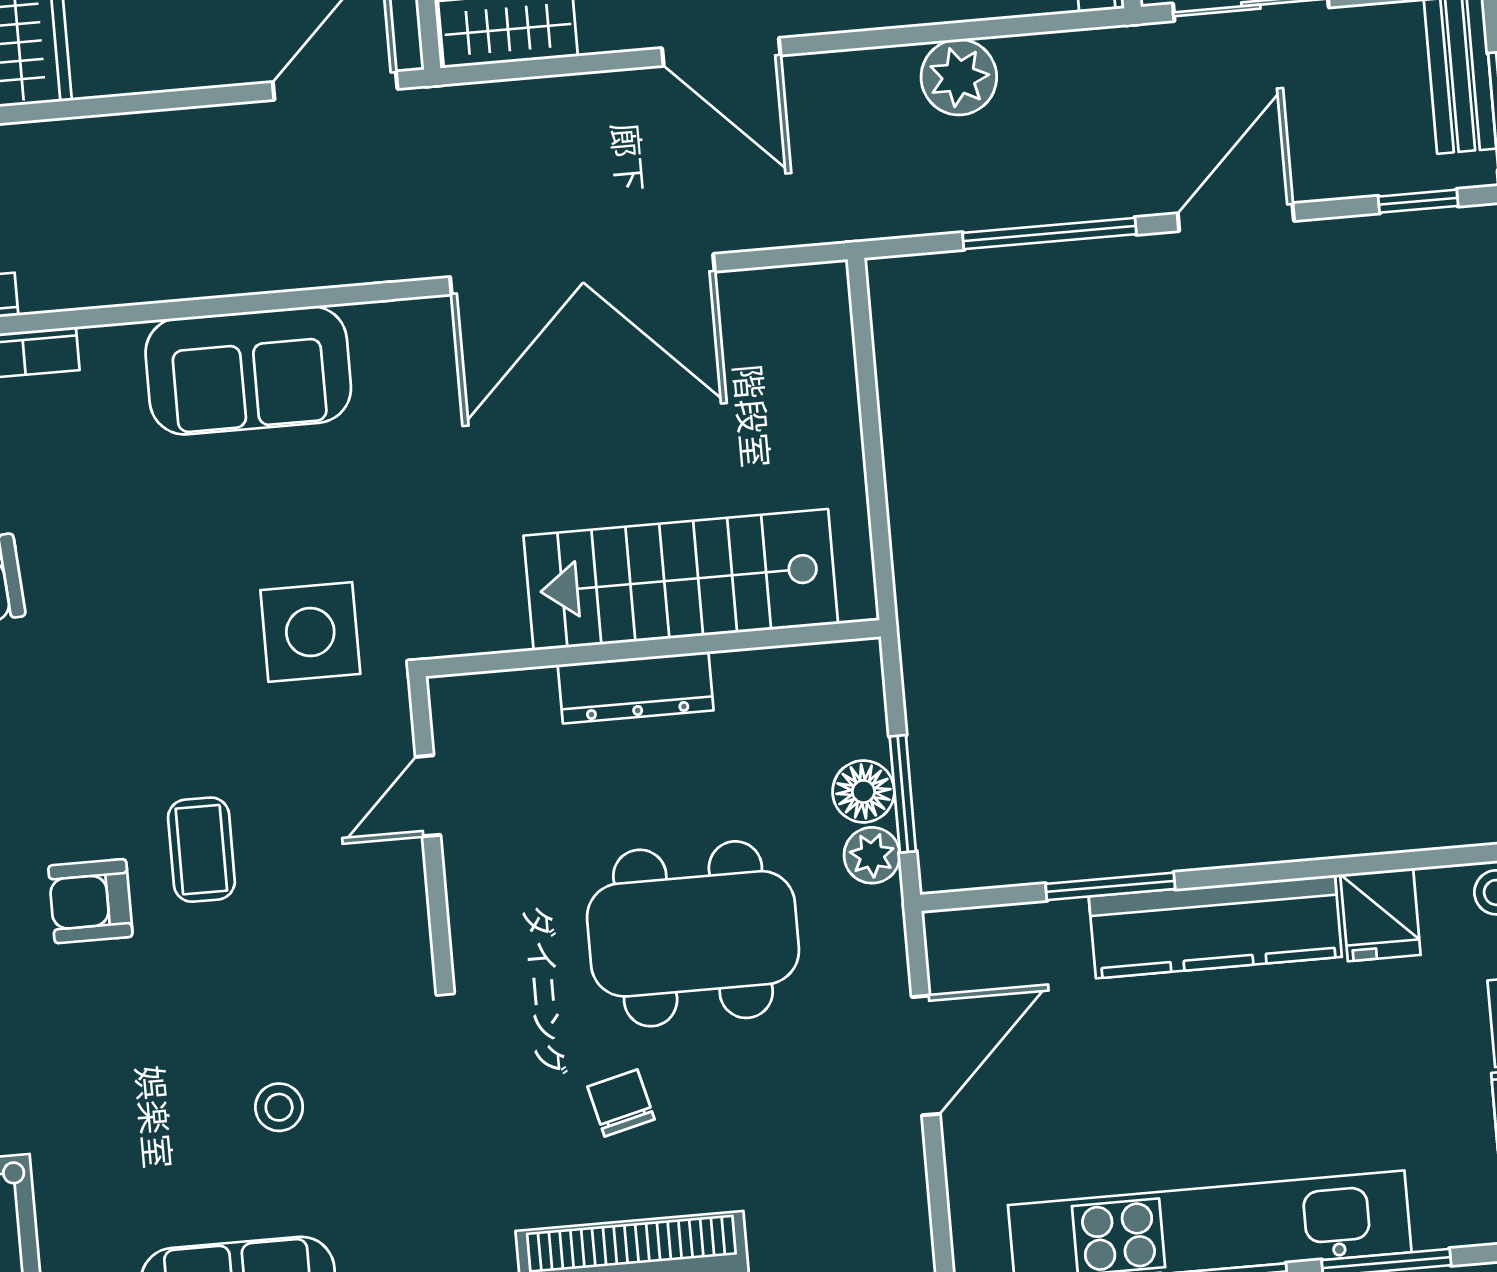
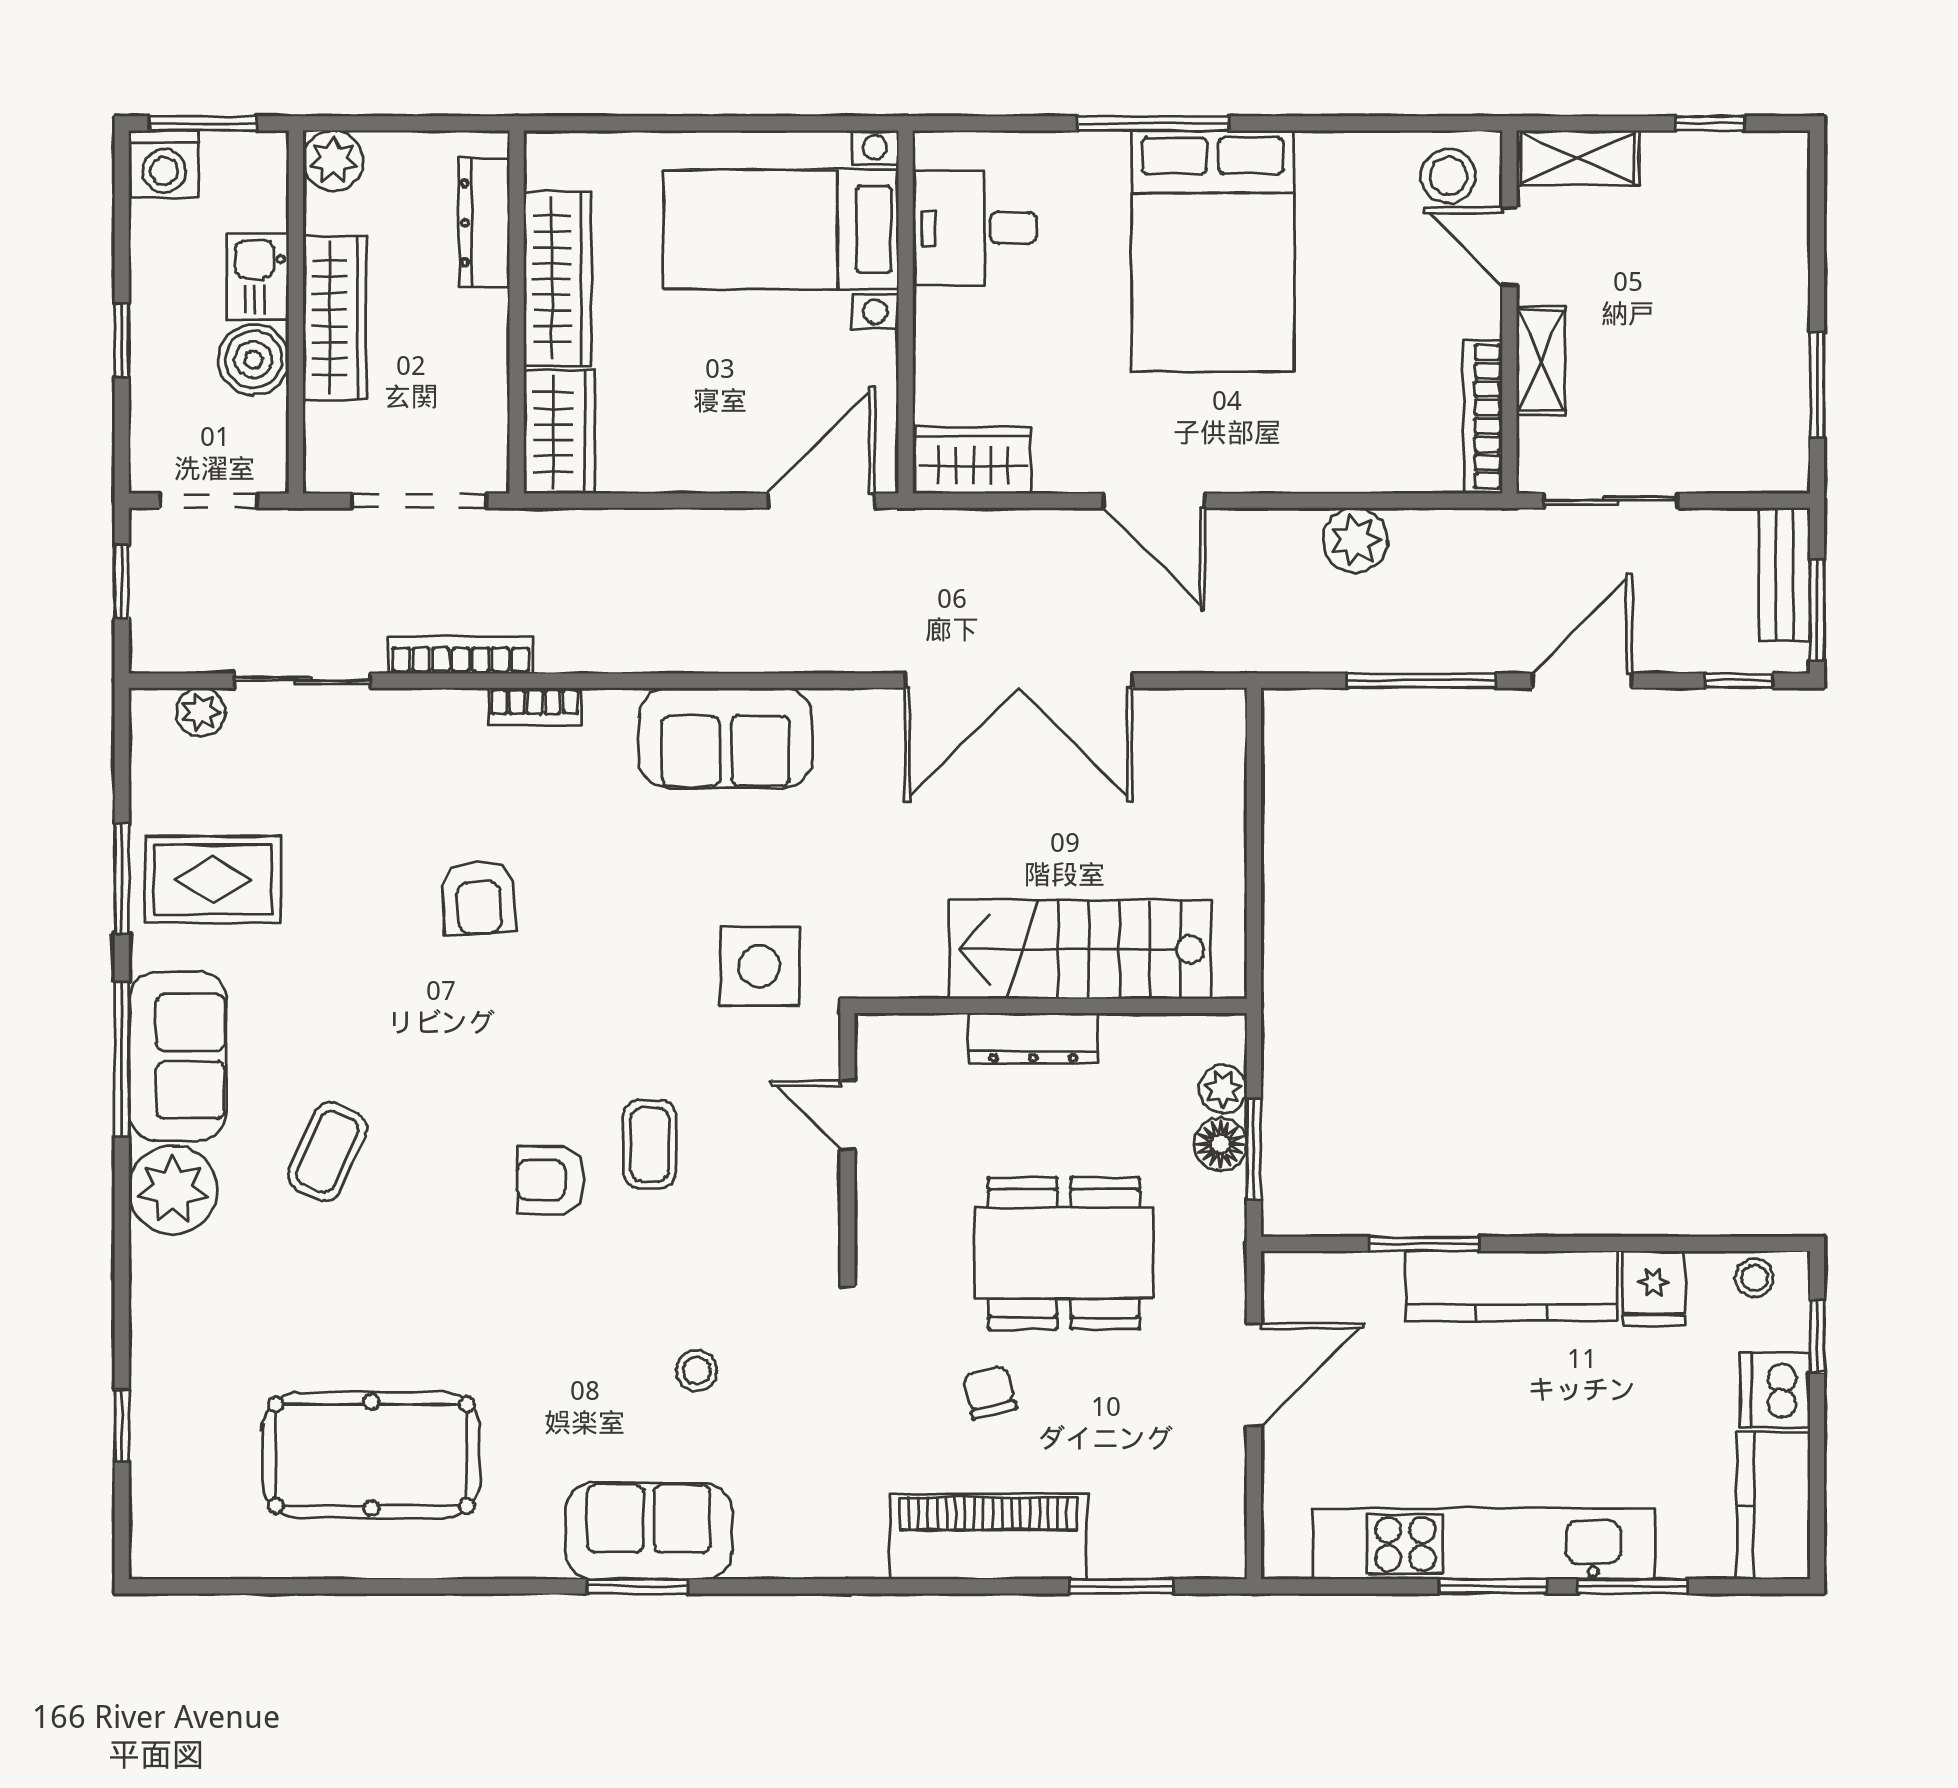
door: (428, 796) -> (847, 1115), hinge flipped
plant: (872, 855) -> (1223, 1089), moved

